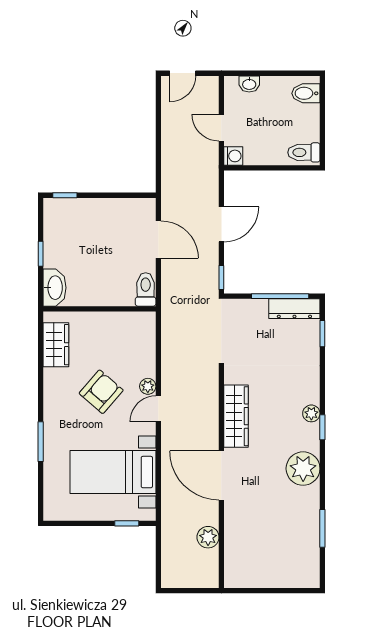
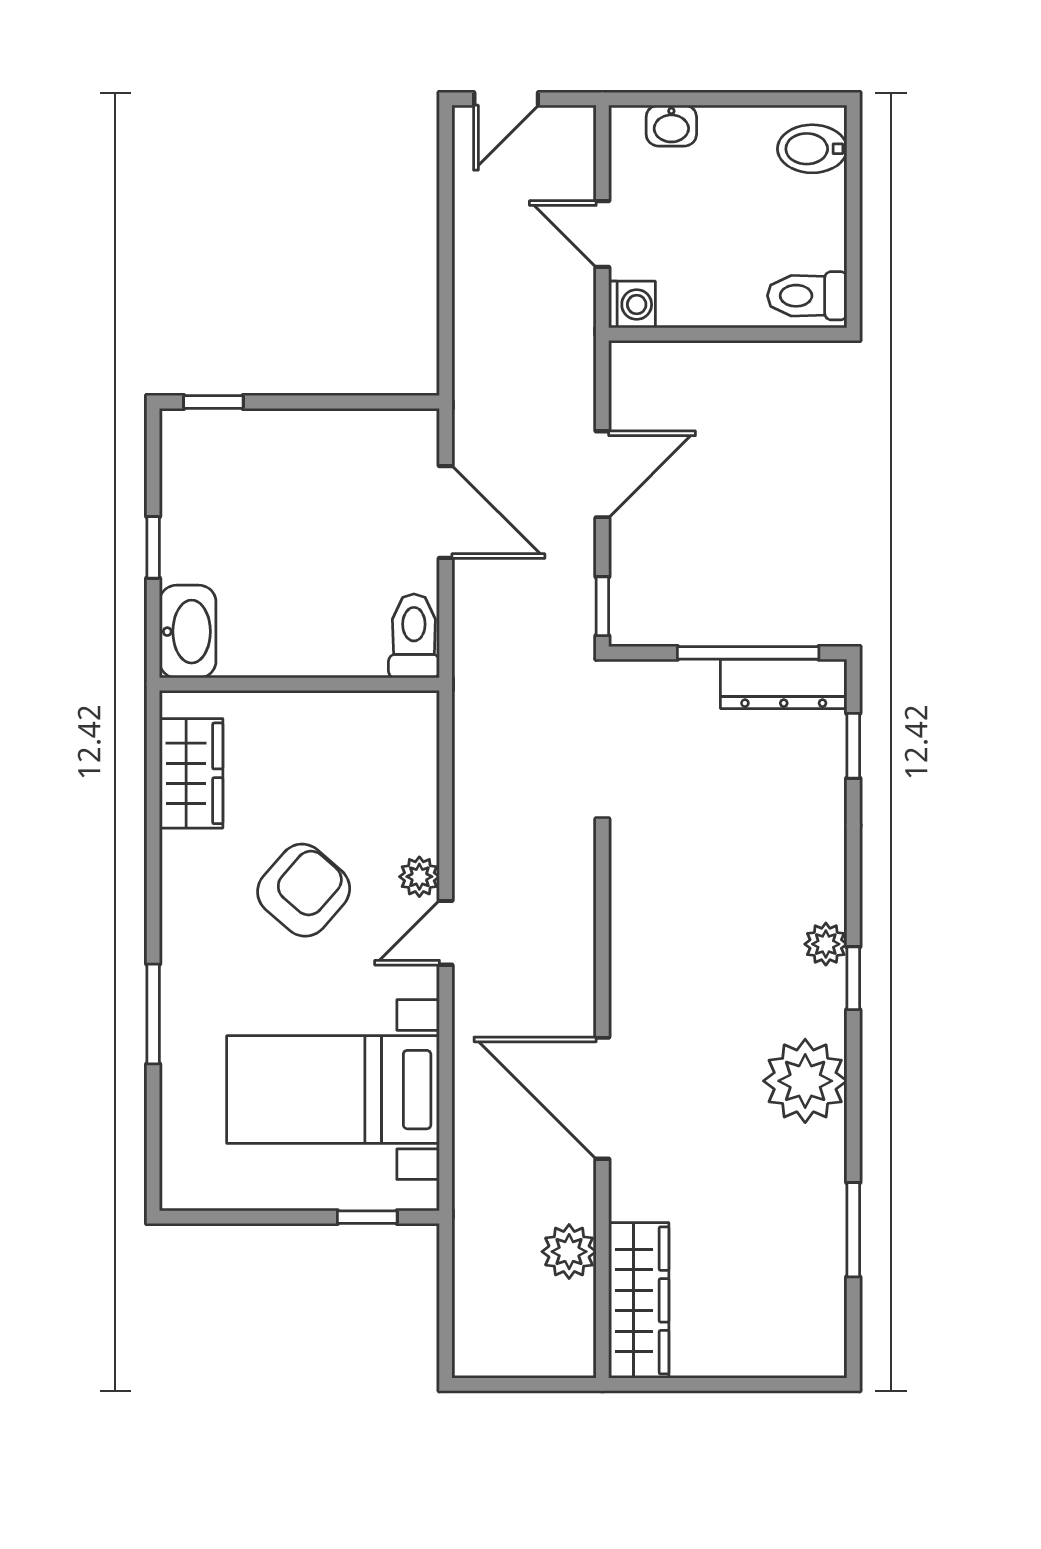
wardrobe: (236, 416) -> (639, 1300), moved

